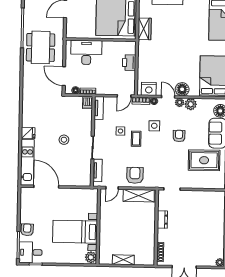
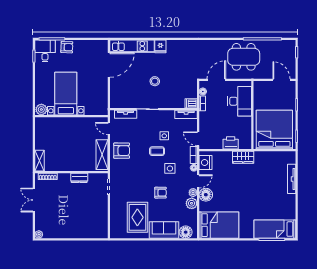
wardrobe: (145, 29) -> (243, 157), moved
shelving: (123, 260) -> (40, 161), moved

